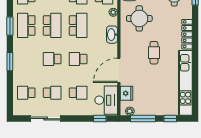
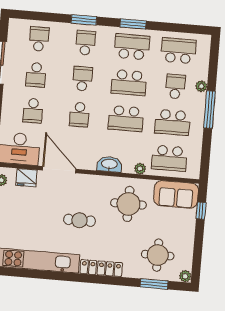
school desk: (26, 59) -> (85, 43), added
school desk: (78, 59) -> (79, 115), turned 180

